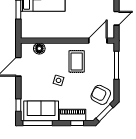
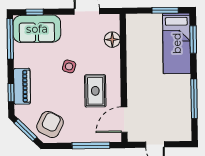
door: (98, 41) -> (124, 120), swing flipped
rug: (77, 61) -> (95, 91), turned 90
sofa: (41, 111) -> (37, 29), moved, turned 90

